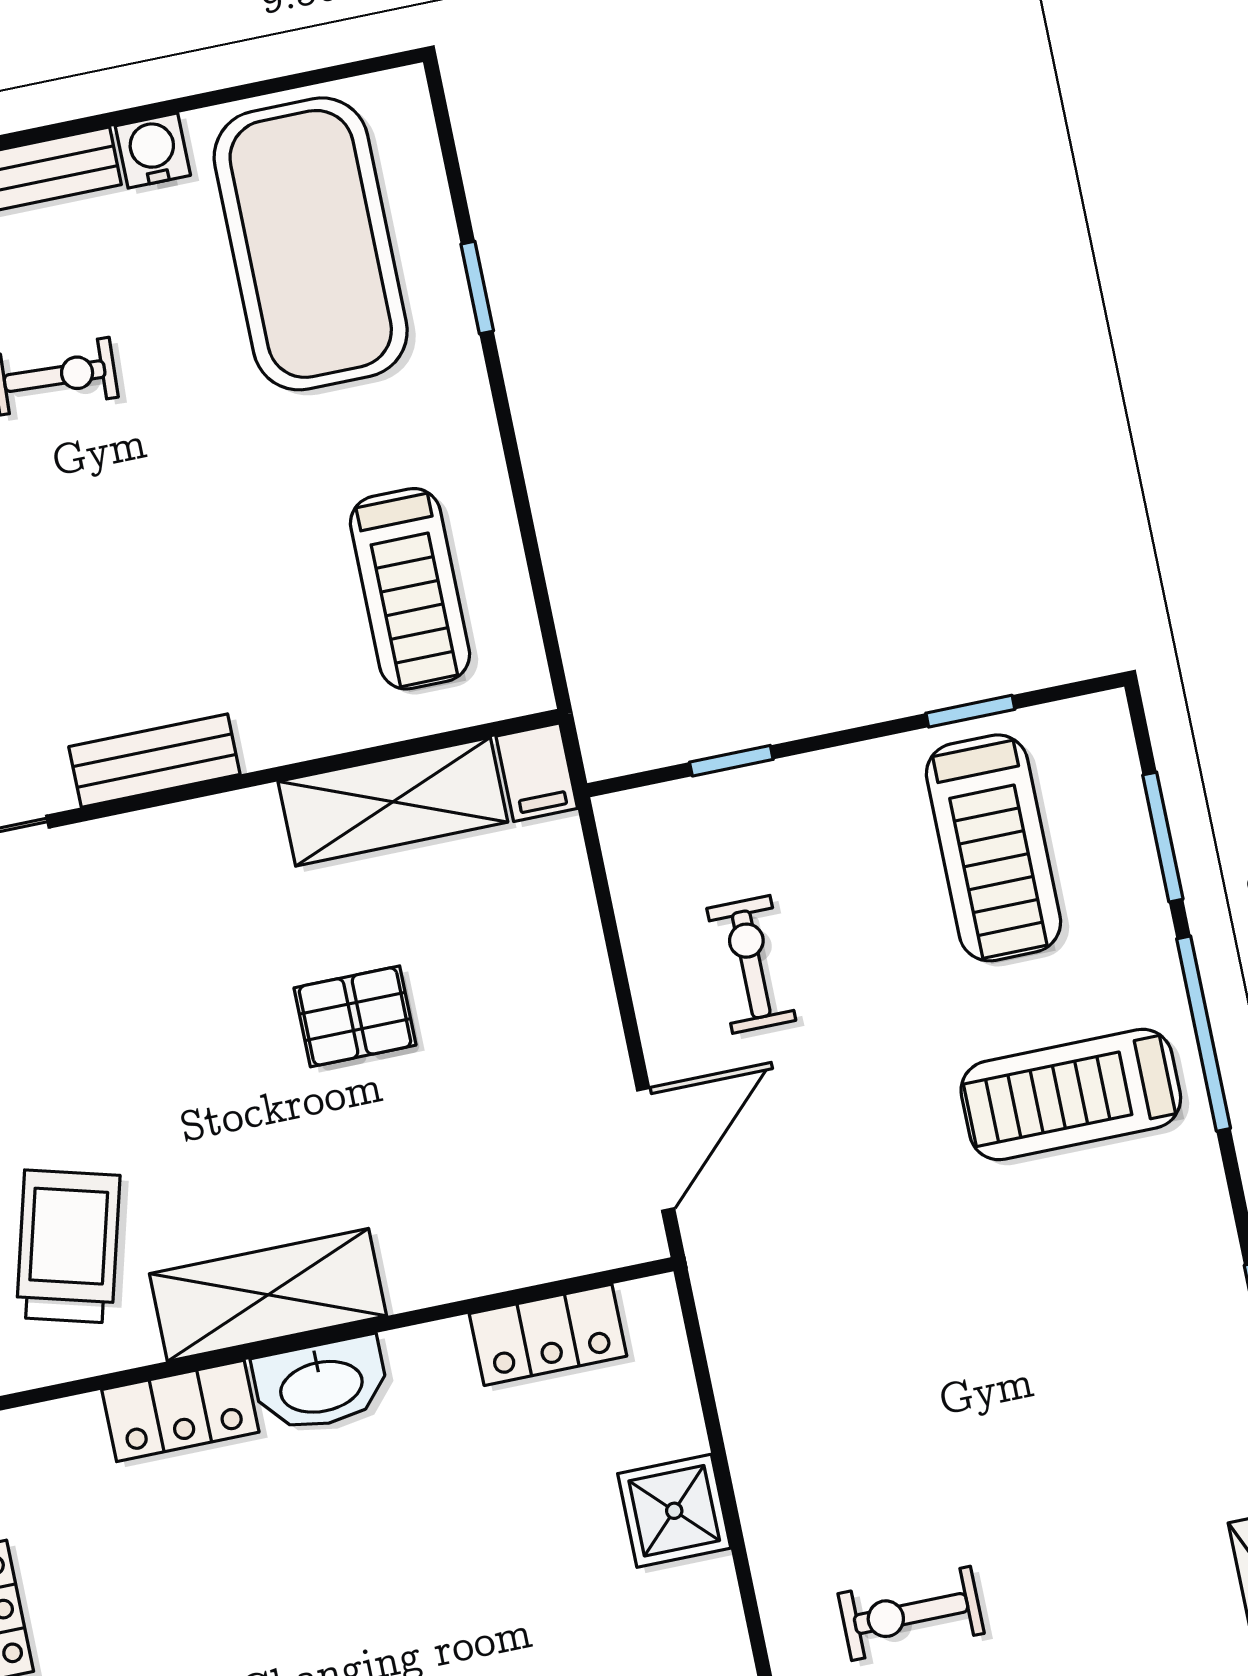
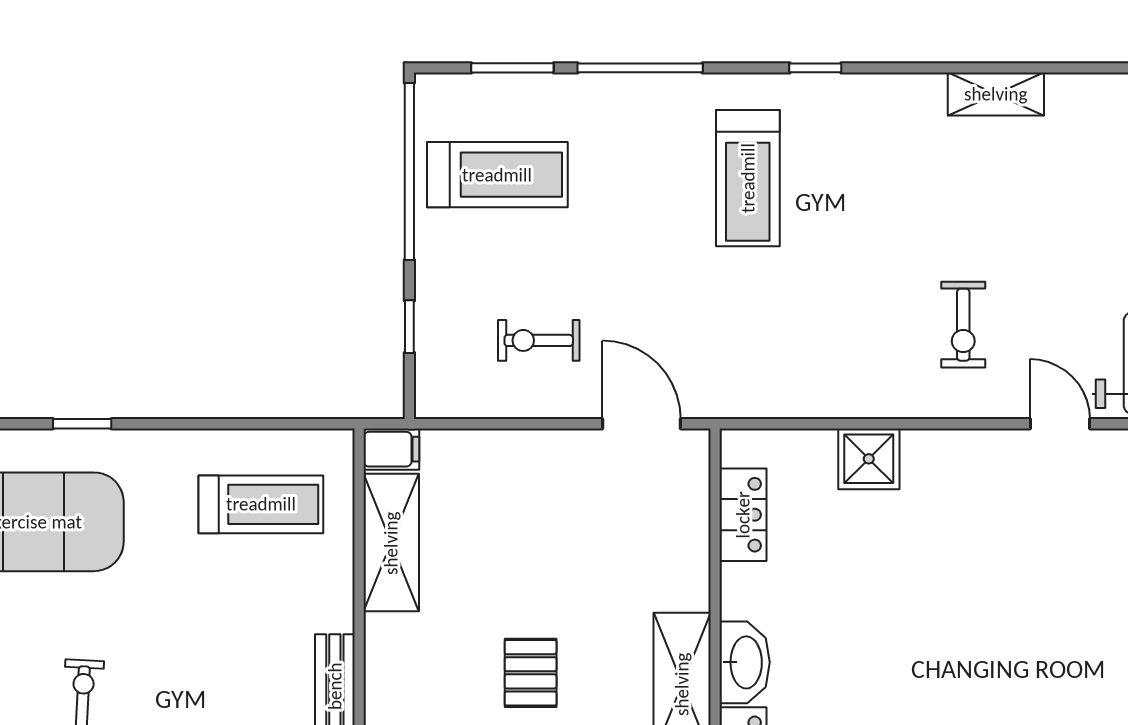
window: (970, 711) -> (409, 171), width x3.17
pallet: (355, 1016) -> (531, 673), moved
treadmill: (1071, 1095) -> (748, 178), moved

